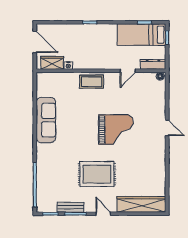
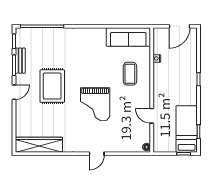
wardrobe: (52, 63) -> (159, 43), removed
dresser: (153, 64) -> (158, 140), removed
coffee table: (92, 82) -> (130, 74), moved
sofa: (46, 120) -> (128, 37), moved
wardrobe: (141, 204) -> (39, 145), moved, turned -90

